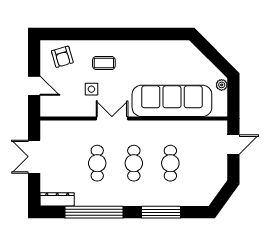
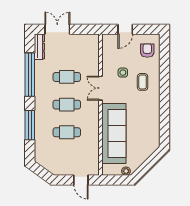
armchair: (62, 57) -> (147, 51), turned 106
double door: (112, 119) -> (101, 88), swing flipped
double door: (34, 157) -> (57, 29), moved

